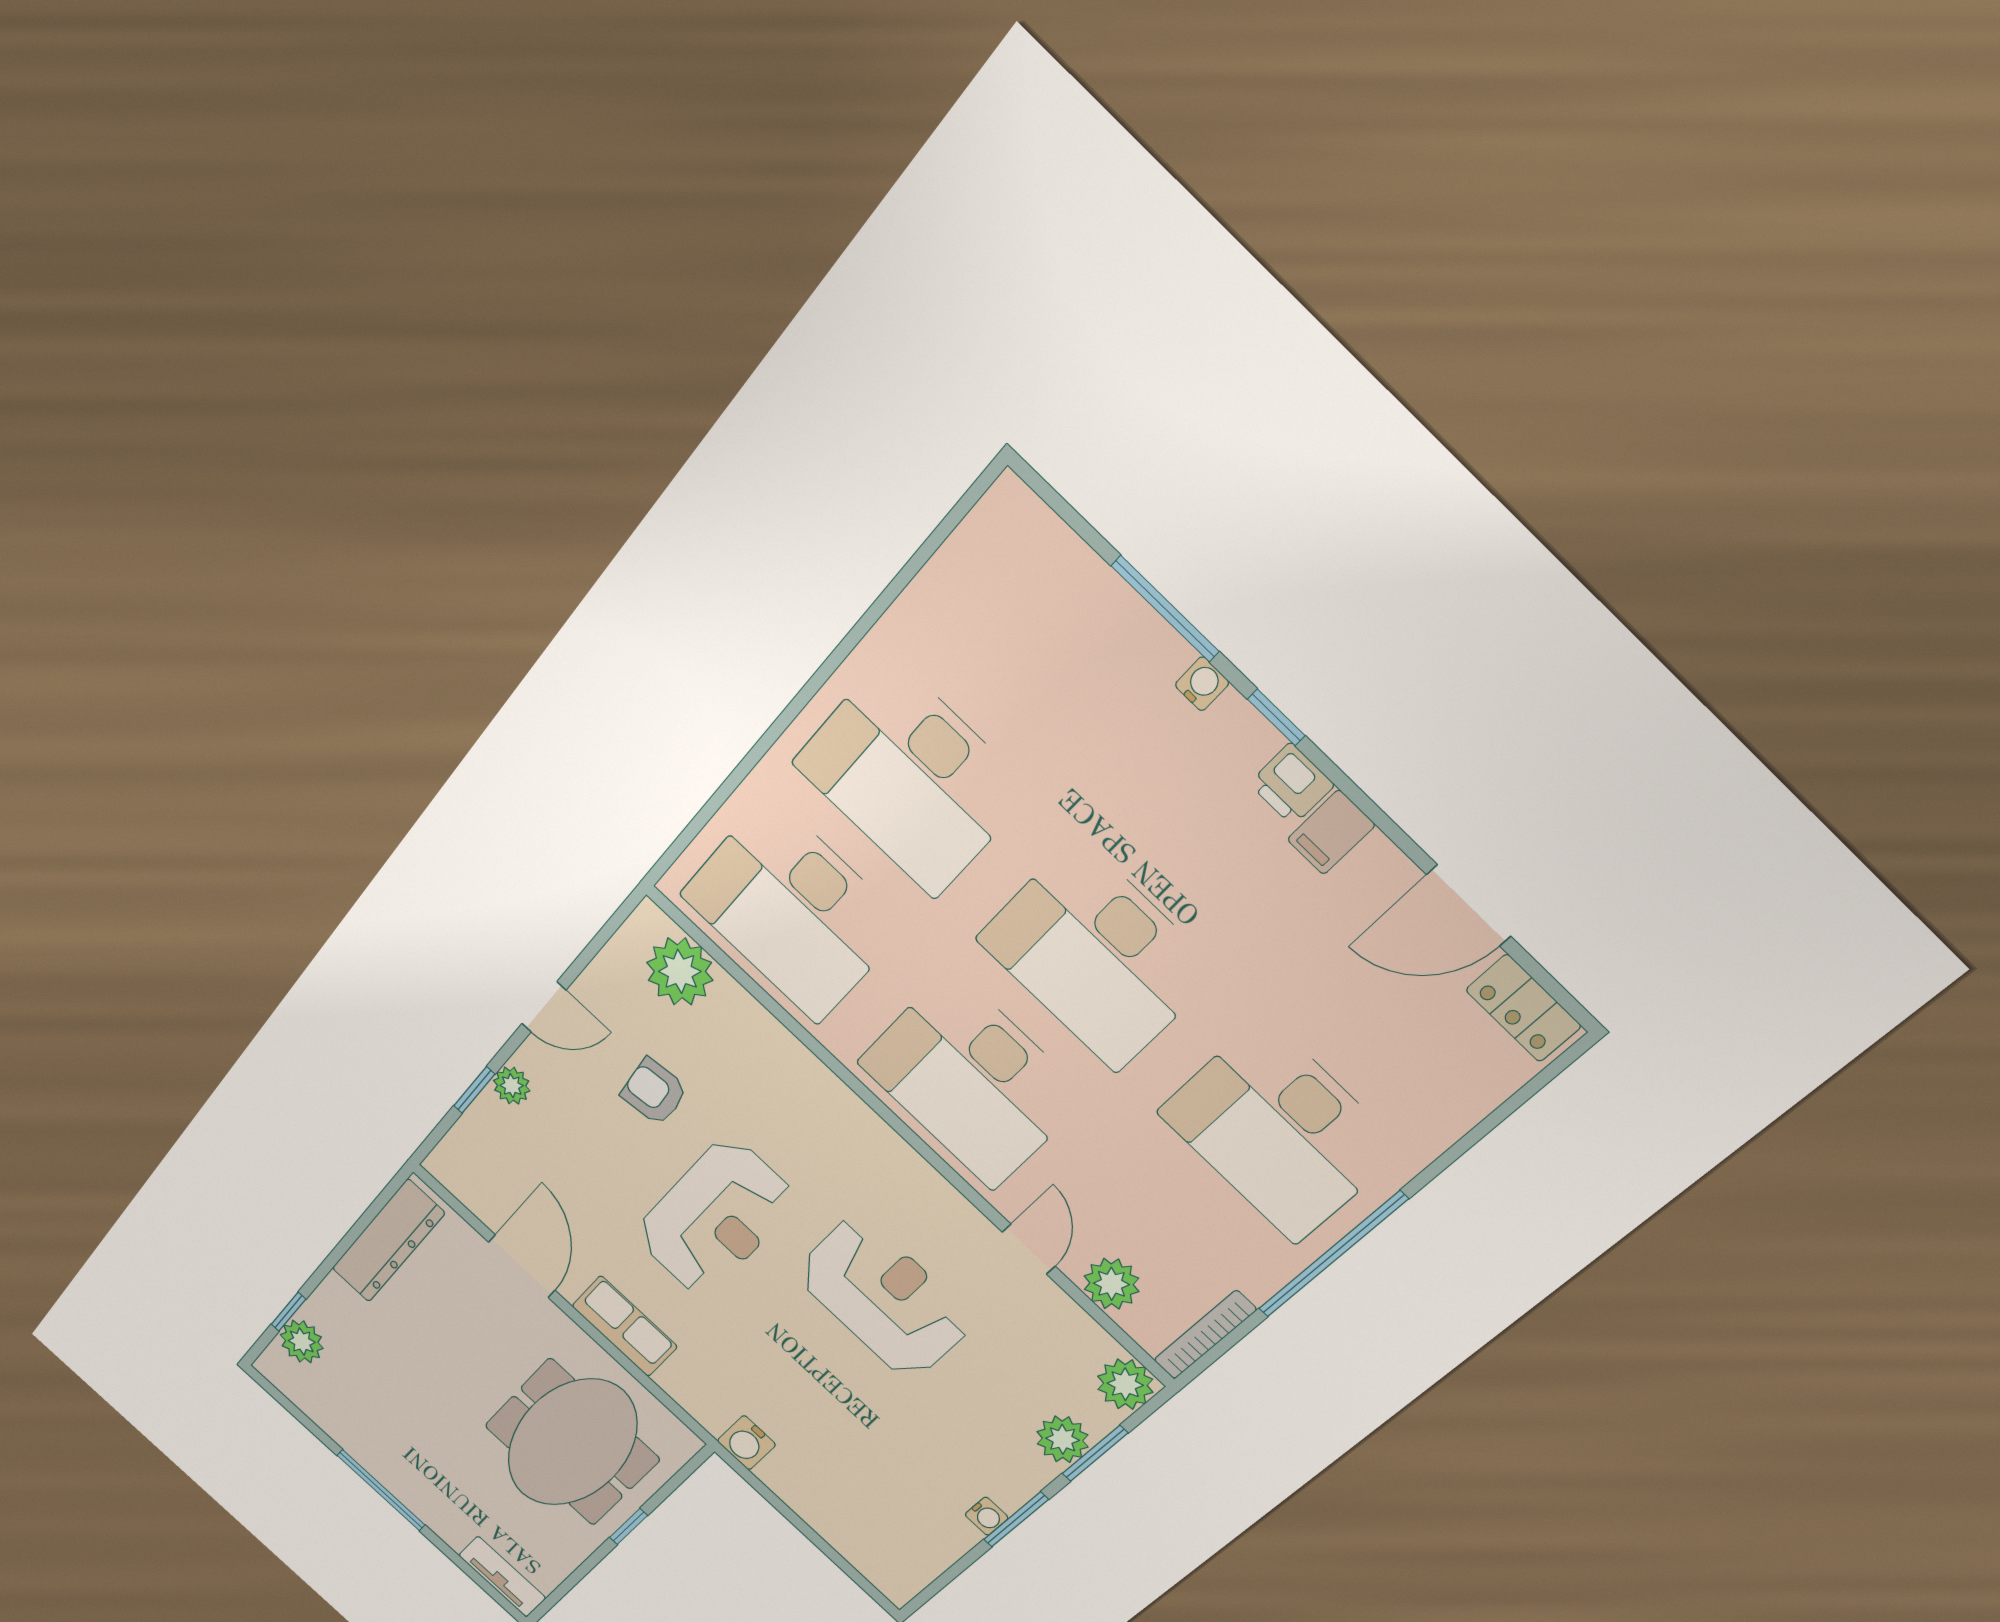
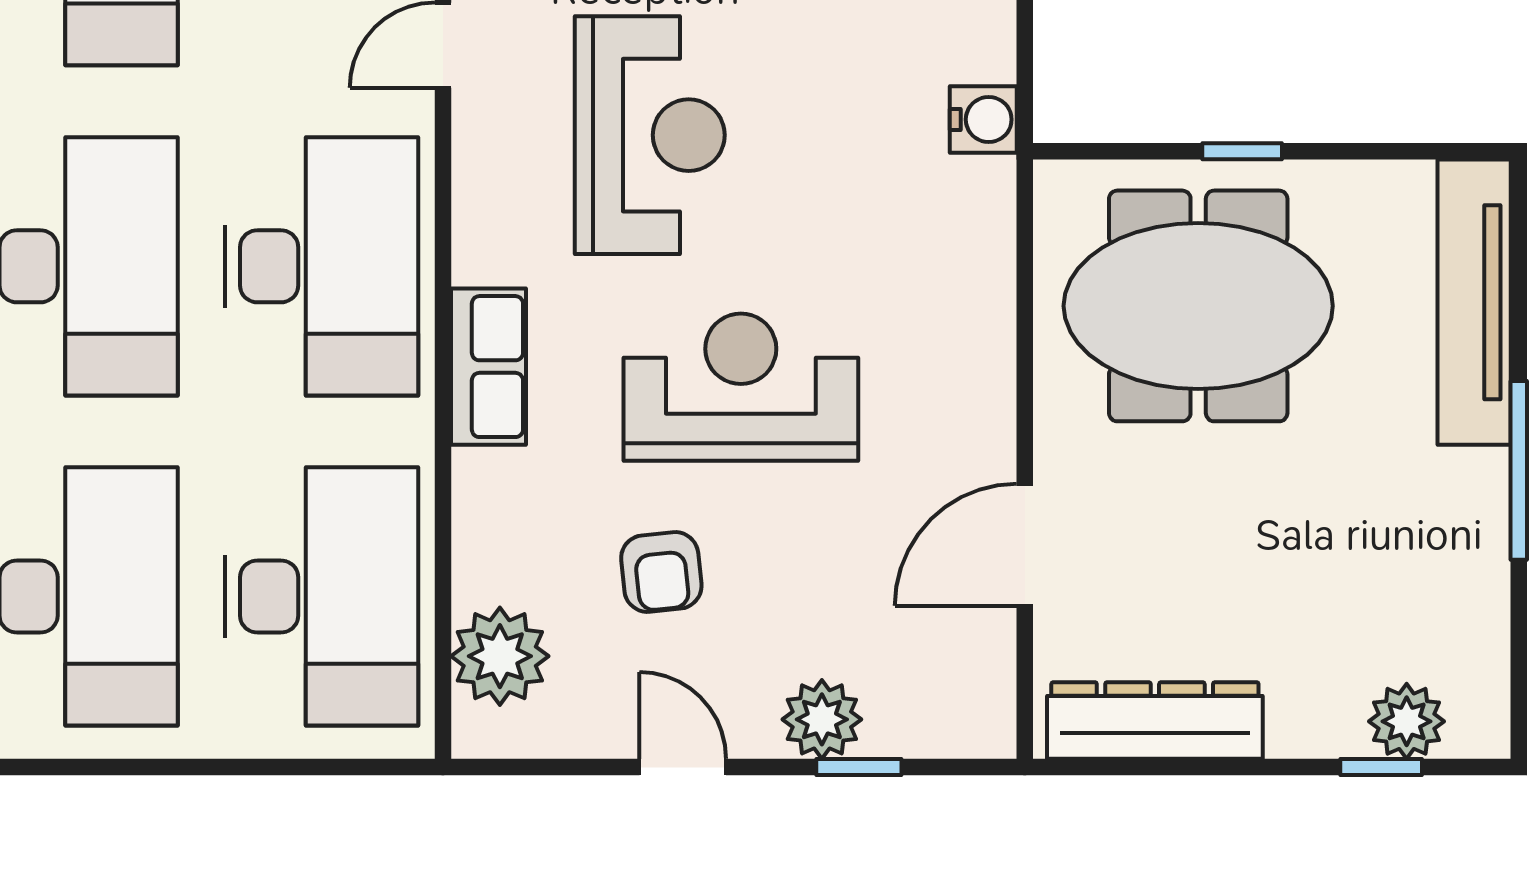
plant: (512, 1086) -> (822, 719), width x1.38, depth x1.38
reception desk: (884, 1298) -> (650, 135), turned 180
row of seats: (625, 1326) -> (488, 367), moved, turned 180
tv unit: (502, 1577) -> (1474, 302), width x1.92, depth x1.29

